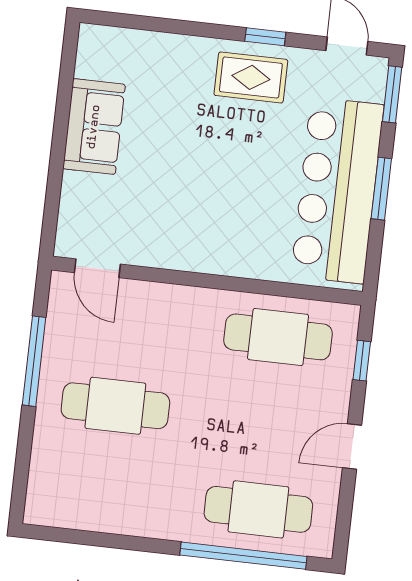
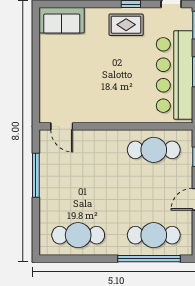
sofa: (94, 127) -> (62, 20), moved, turned 90
cafe table: (115, 406) -> (78, 235), moved

